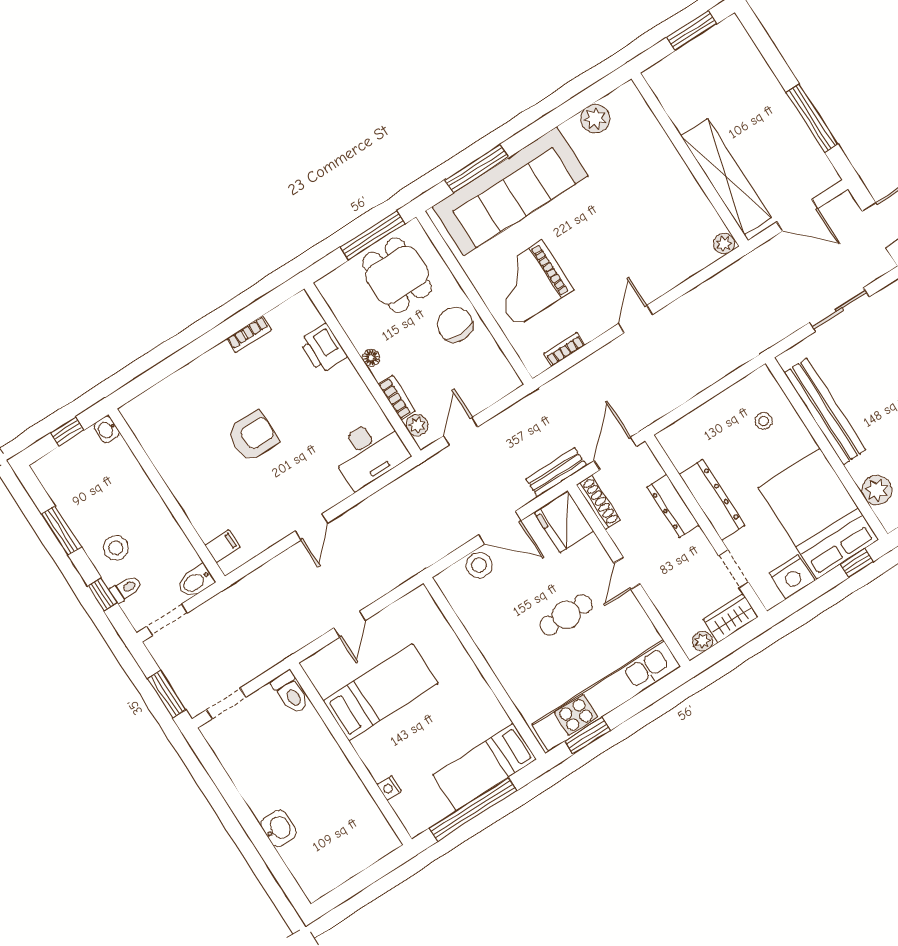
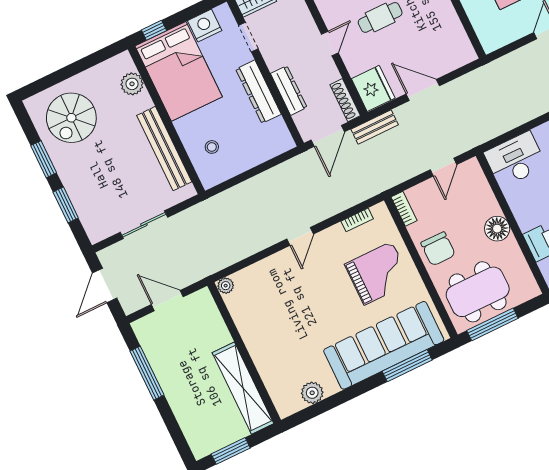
shelving: (726, 177) -> (243, 388), moved
dining table: (397, 275) -> (478, 292), width x1.37
floor lamp: (371, 358) -> (497, 229), width x1.89, depth x1.89
bookcase: (397, 398) -> (404, 209), moved, turned 180
plant: (417, 425) -> (476, 176), removed
stool: (479, 565) -> (442, 63), removed

